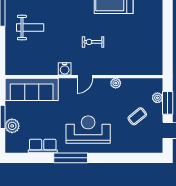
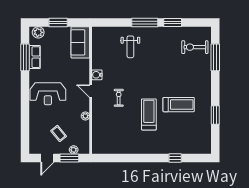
sofa: (32, 89) -> (80, 42), width x0.73
plant: (12, 126) -> (38, 32), moved
reception desk: (88, 130) -> (48, 94), turned 90
window: (71, 158) -> (25, 57), moved

